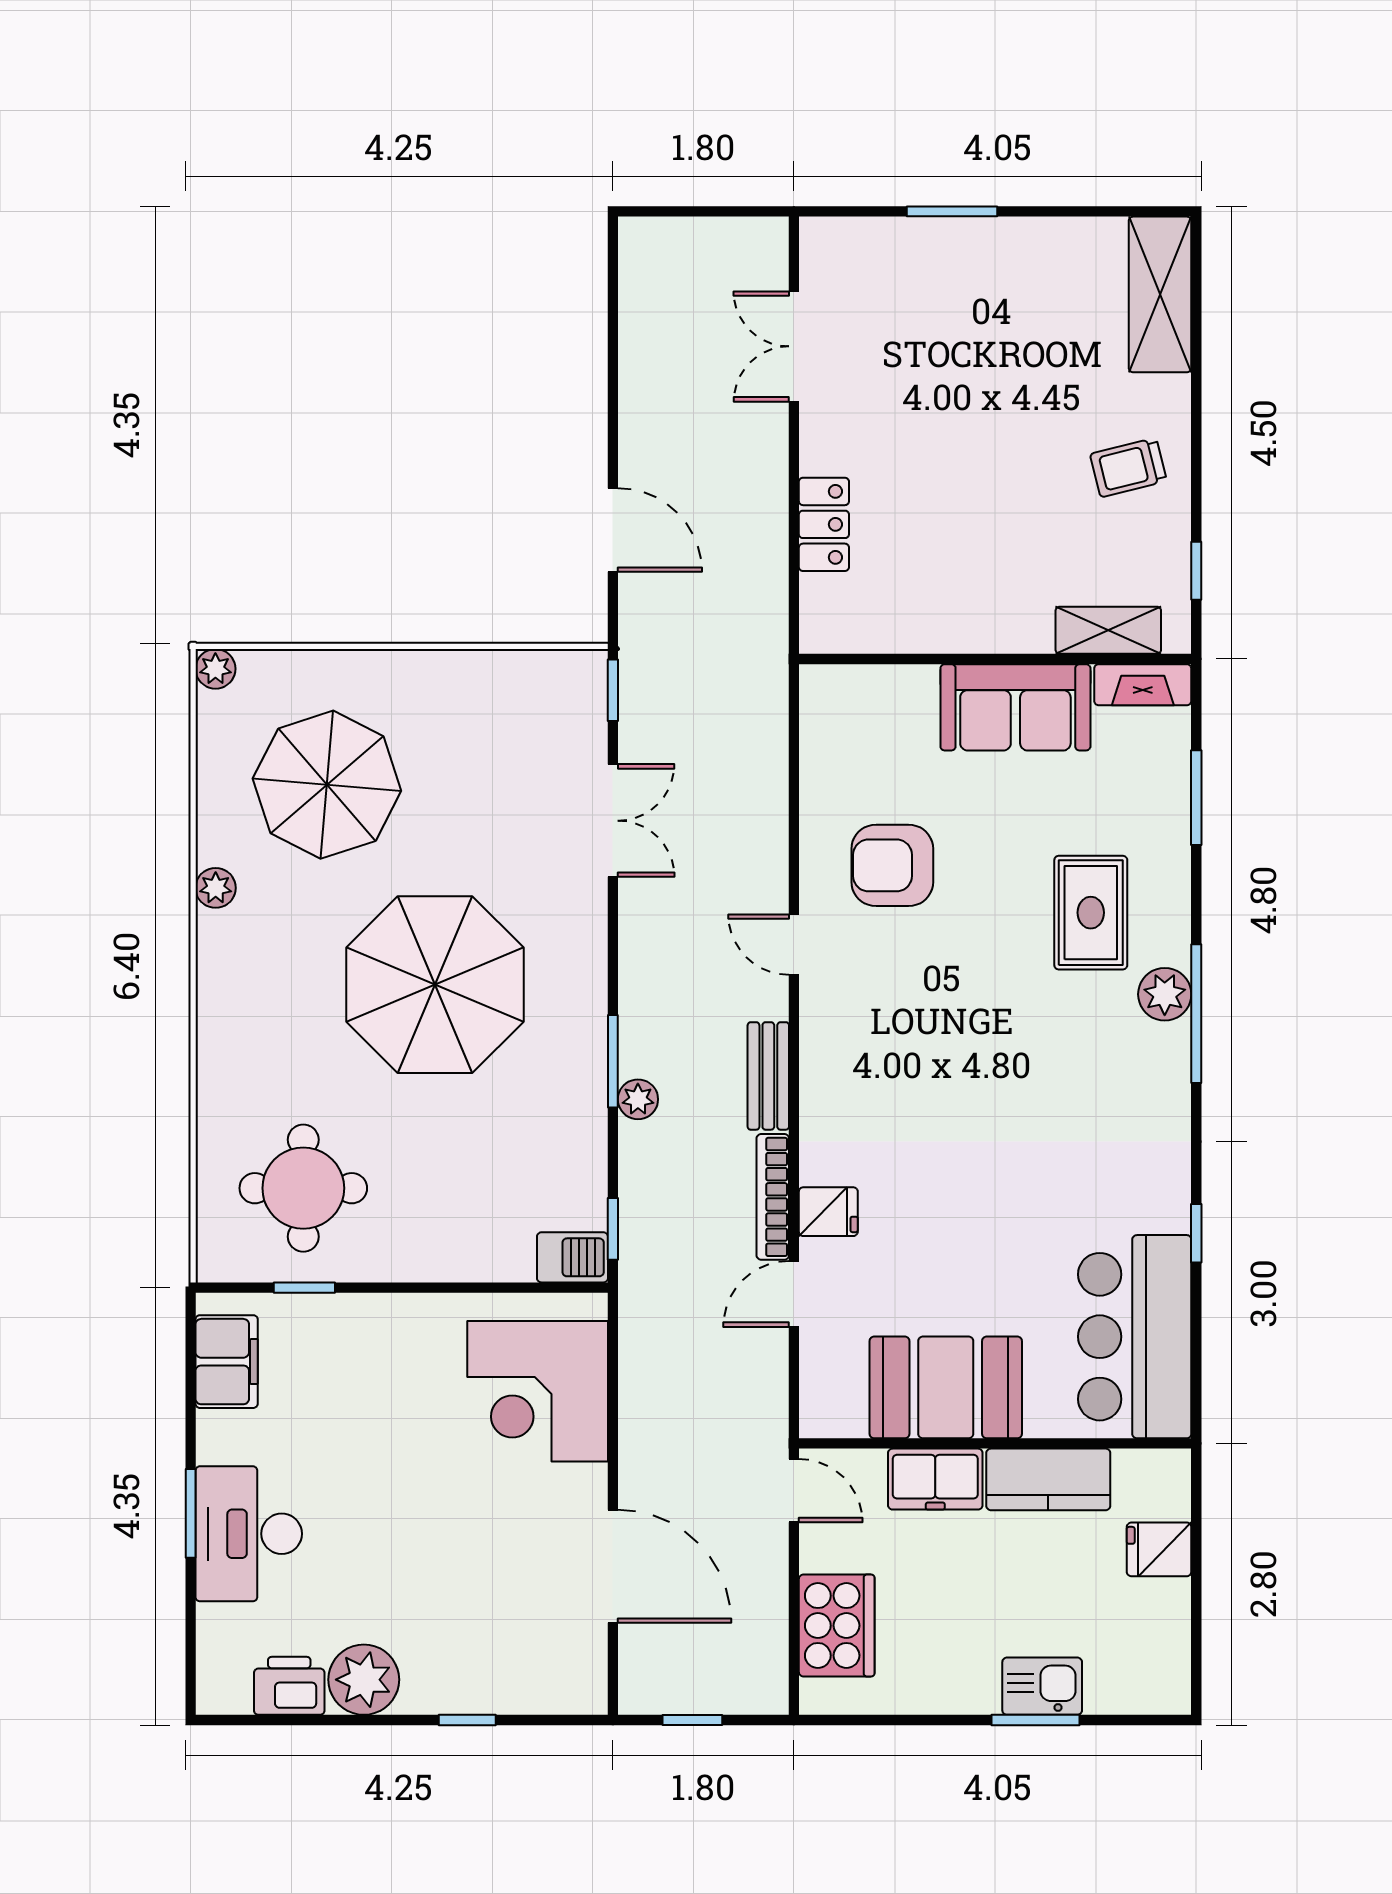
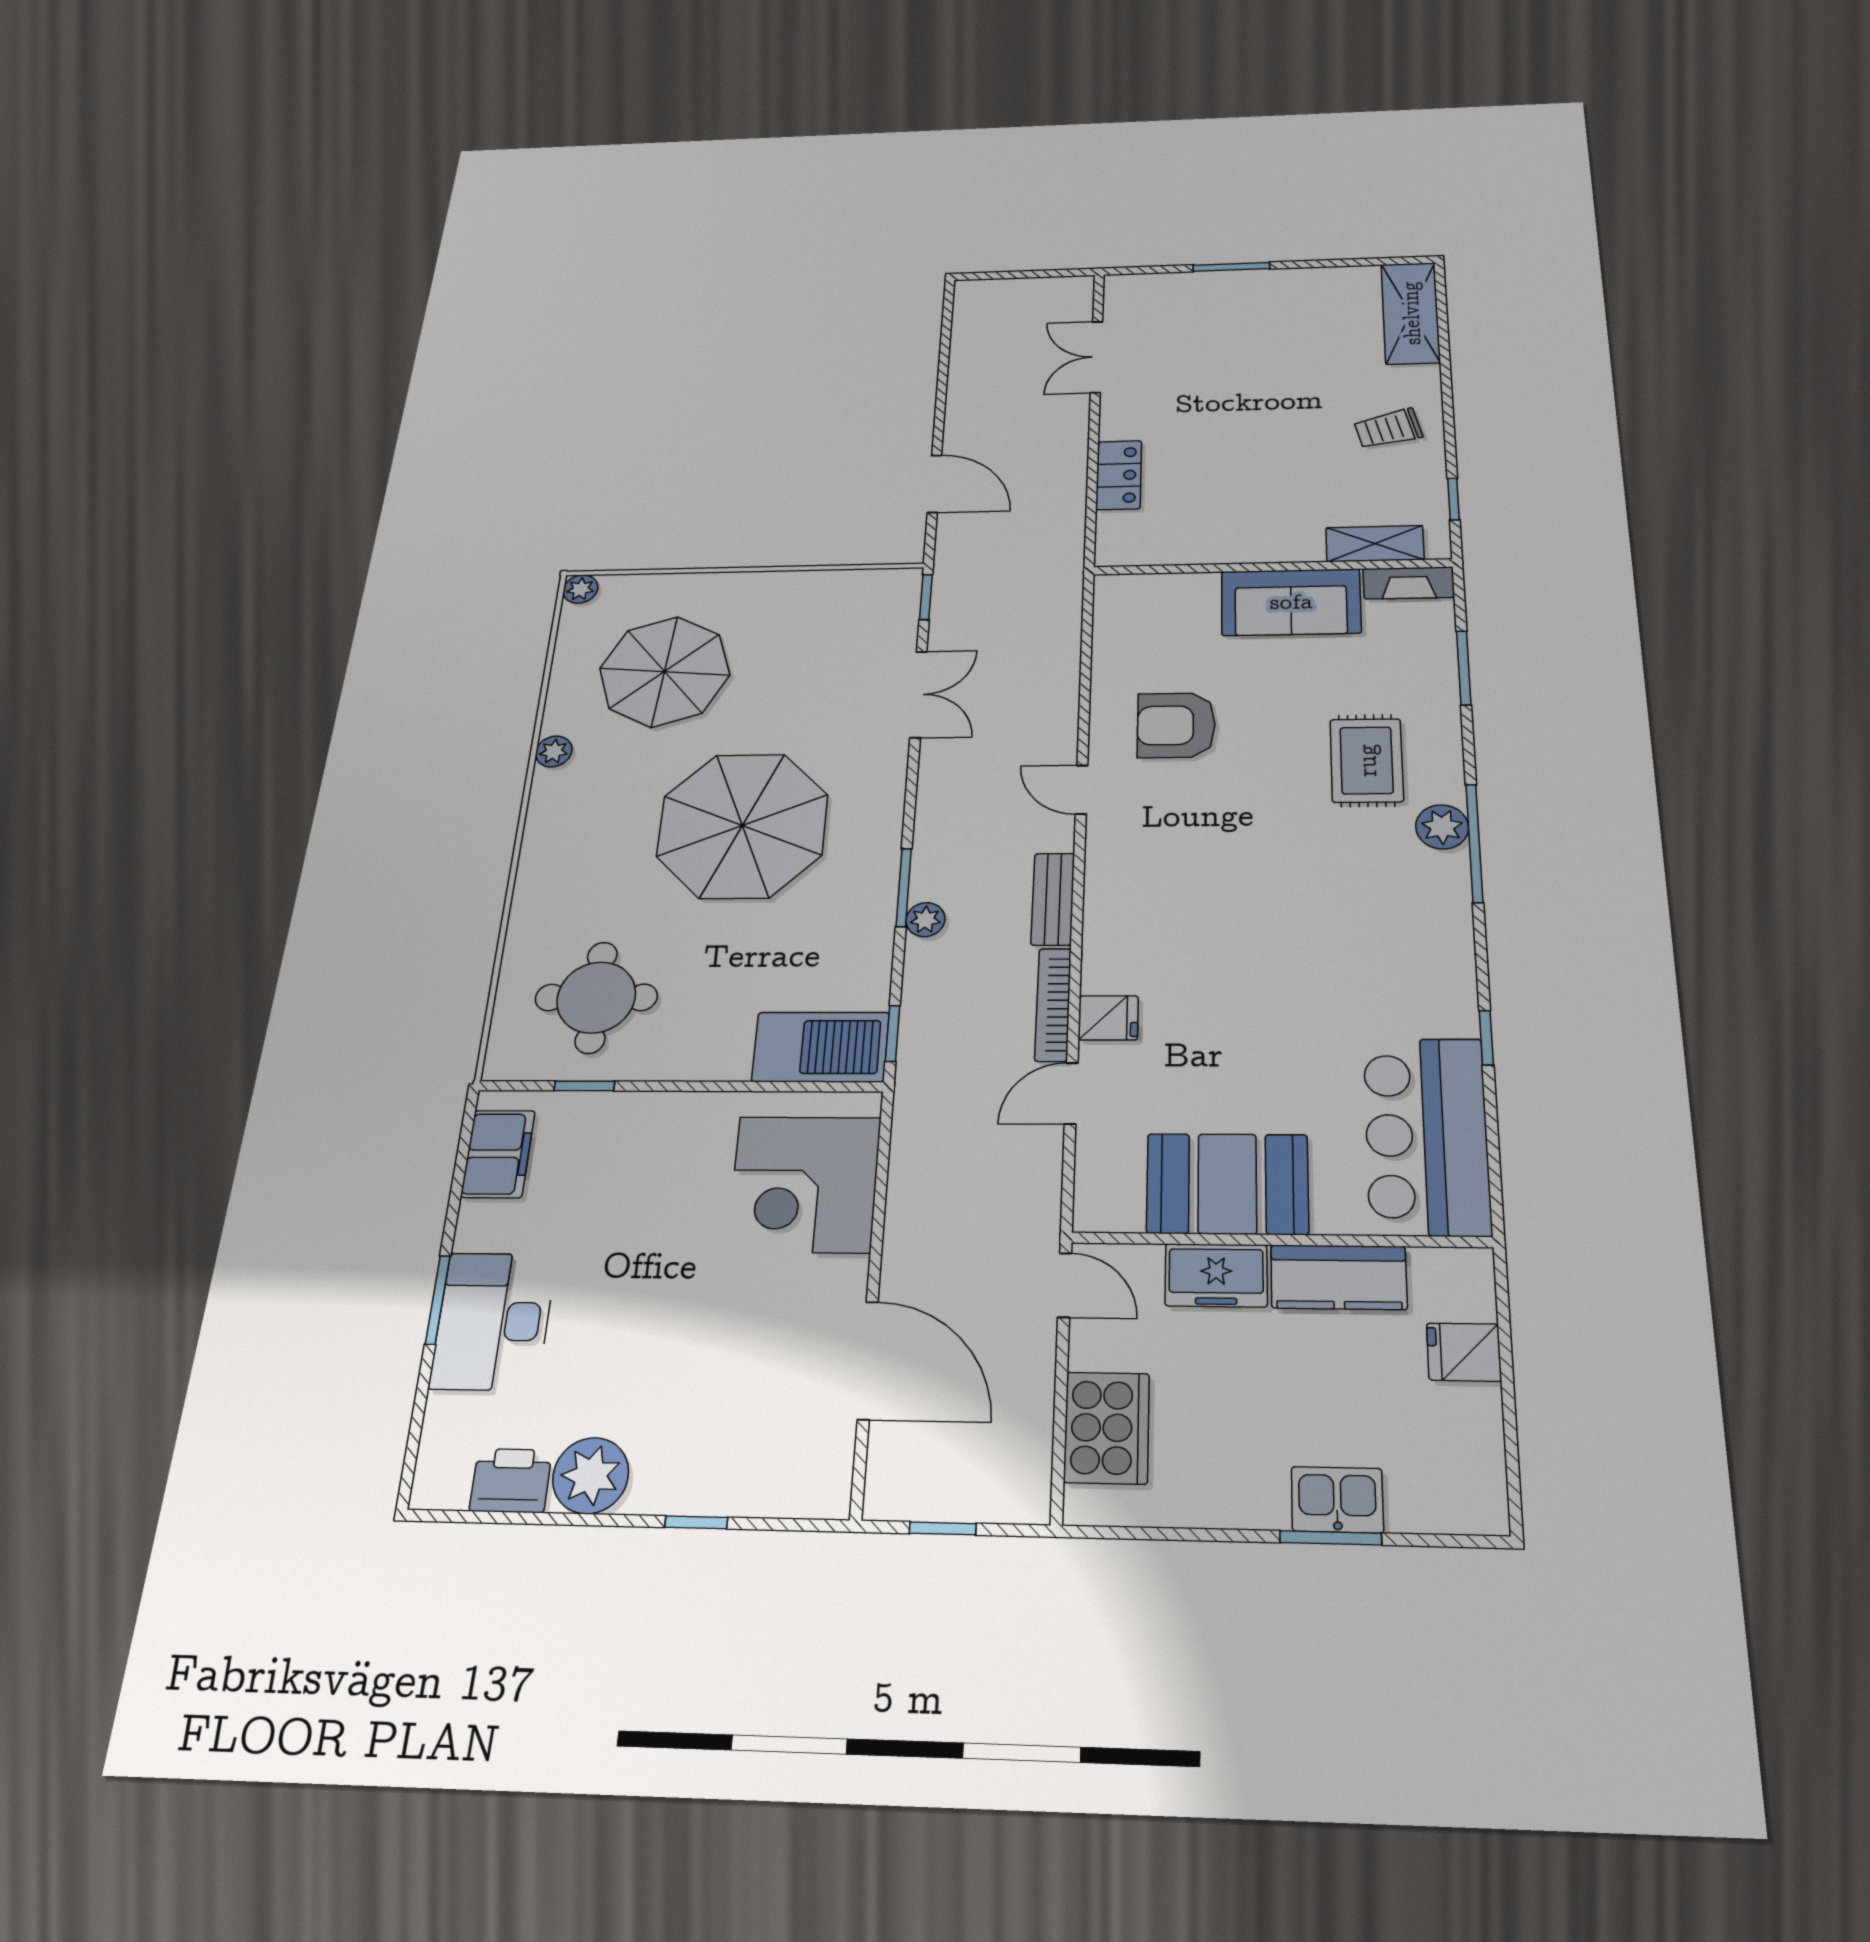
barbecue: (572, 1257) -> (821, 1047), width x1.88, depth x1.53

